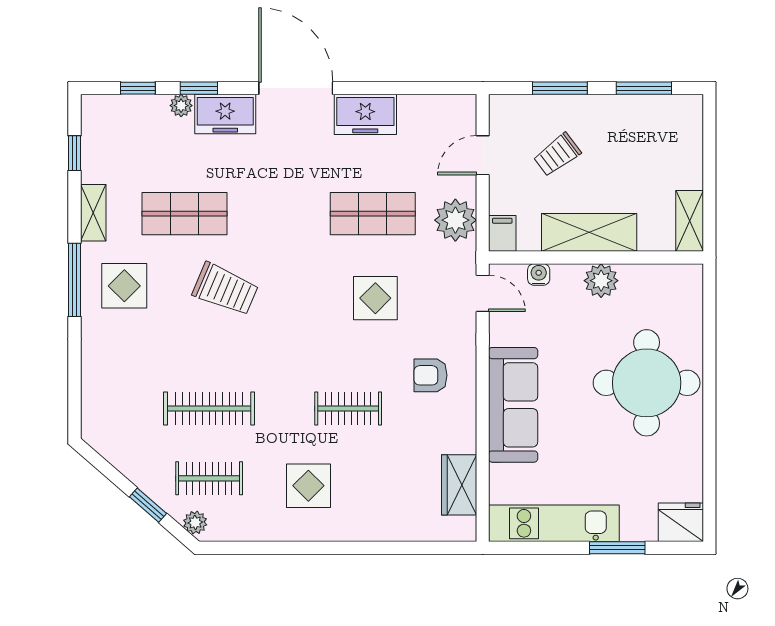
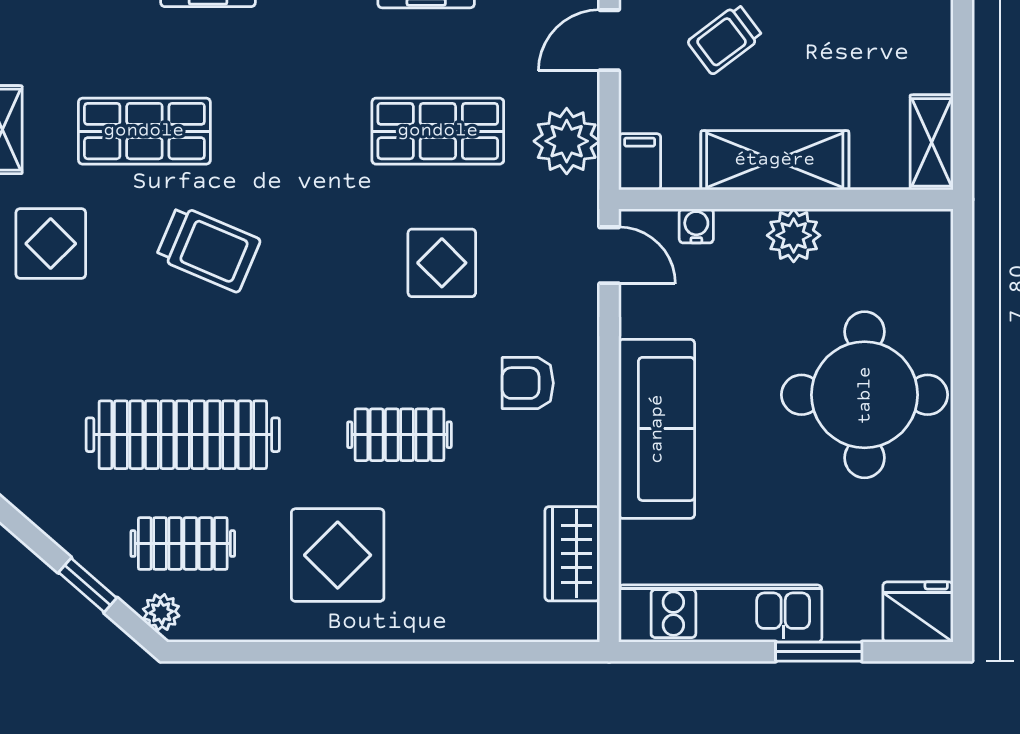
clothes rail: (209, 409) -> (183, 435), width x1.37, depth x1.31
display table: (308, 486) -> (338, 555), width x1.36, depth x1.36

